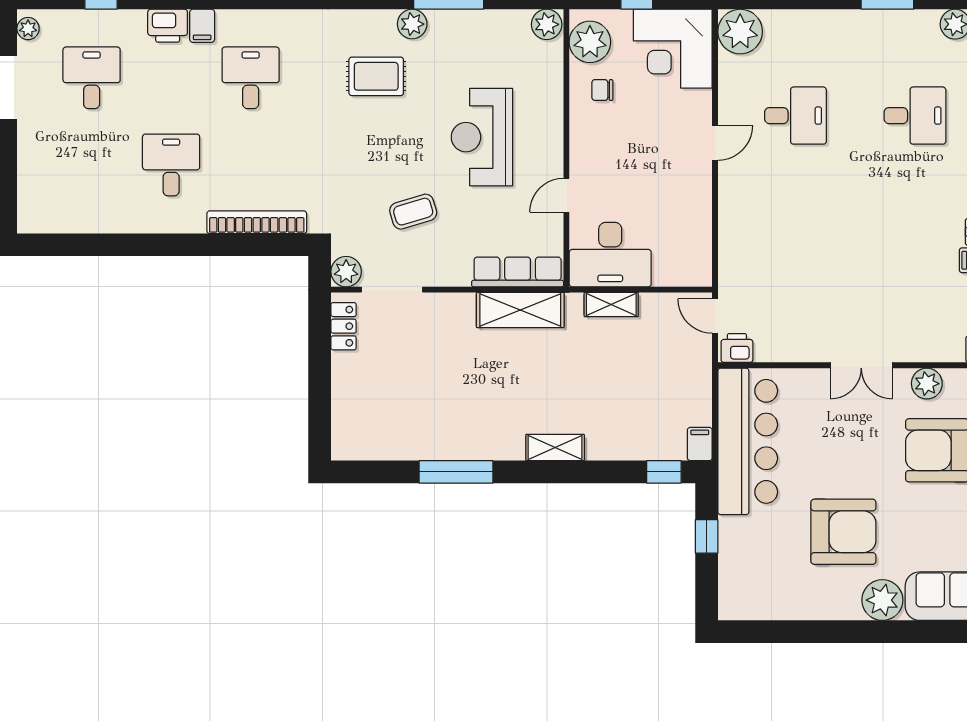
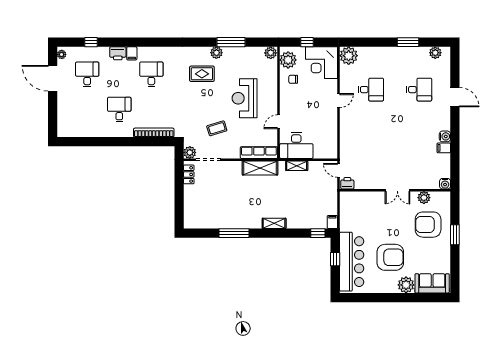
bar counter: (748, 441) -> (352, 262), moved

